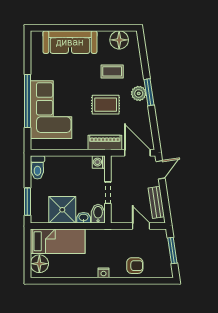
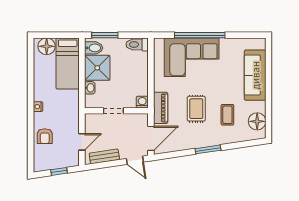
plant: (139, 93) -> (207, 140), removed
bidet: (98, 214) -> (94, 48), moved
window: (172, 250) -> (59, 171), width x0.67

